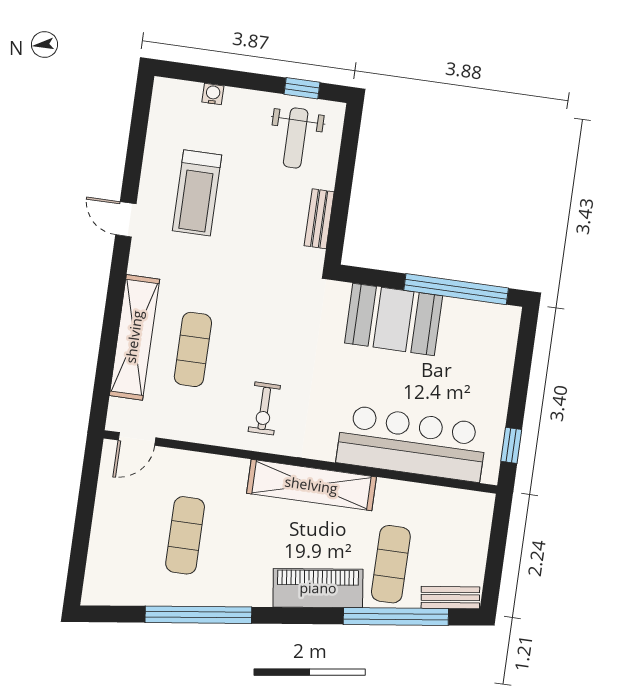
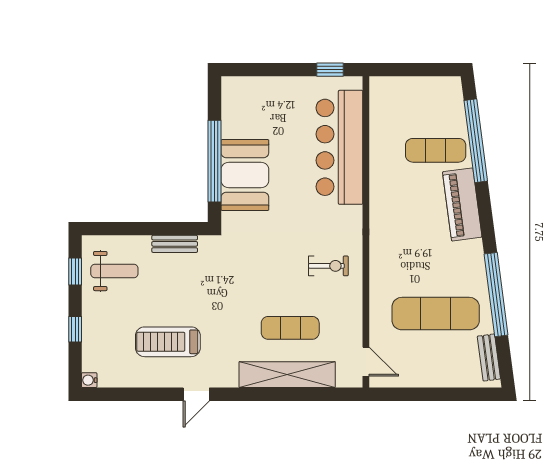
window: (229, 78) -> (75, 329), added
water cooler: (213, 94) -> (89, 380), moved
treadmill: (197, 193) -> (168, 342), turned 180
window: (456, 289) -> (215, 161), moved
shelving: (311, 485) -> (383, 221), removed
exercise mat: (185, 535) -> (436, 314), width x1.36, depth x1.45
bench: (450, 598) -> (489, 358), moved

